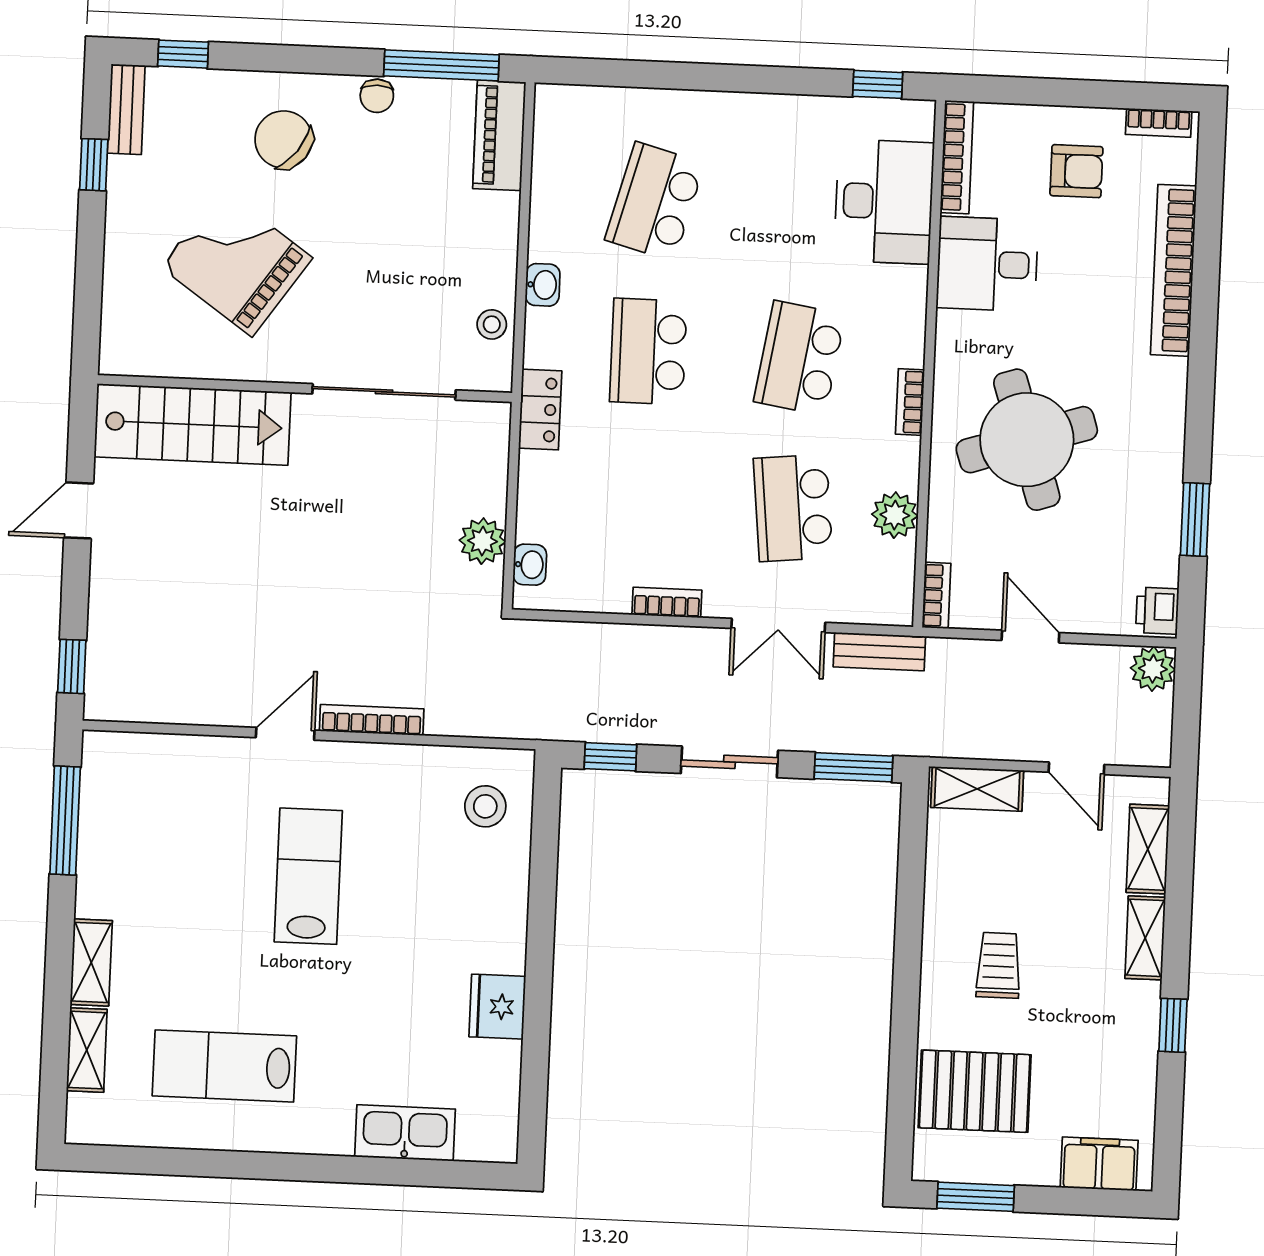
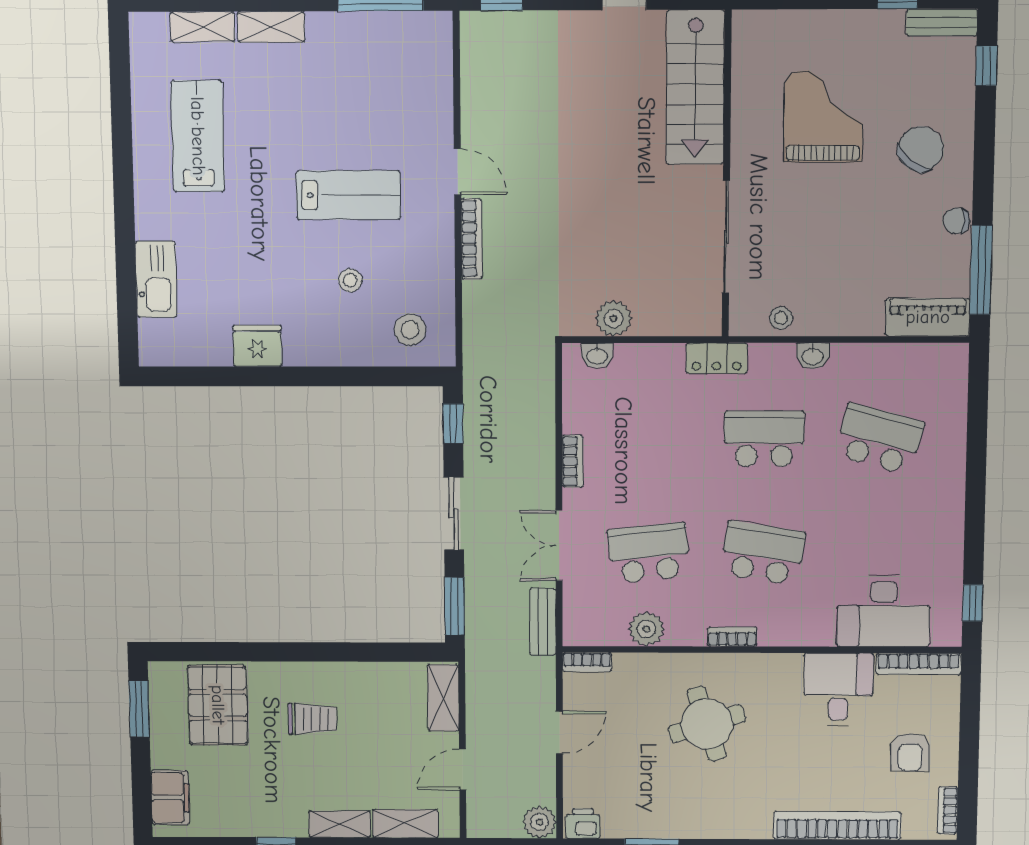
grand piano: (237, 262) -> (823, 116), turned -35
round table: (1027, 440) -> (707, 724), width x0.73, depth x0.73
stool: (418, 880) -> (350, 280), added

